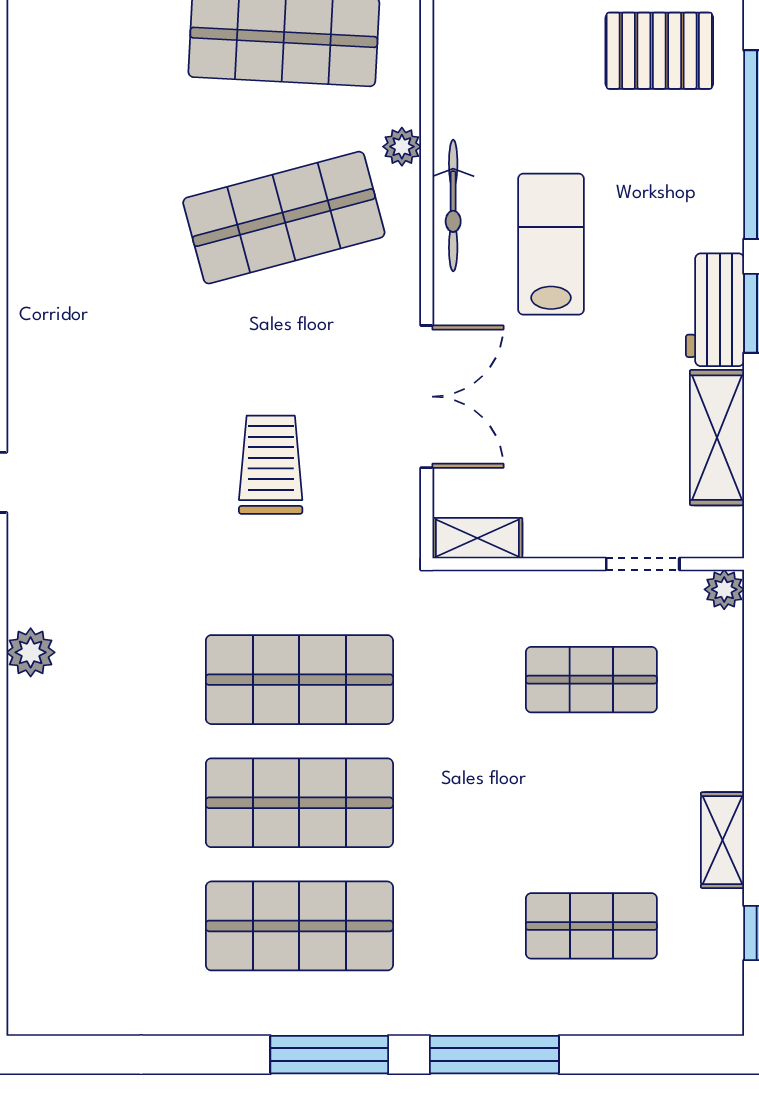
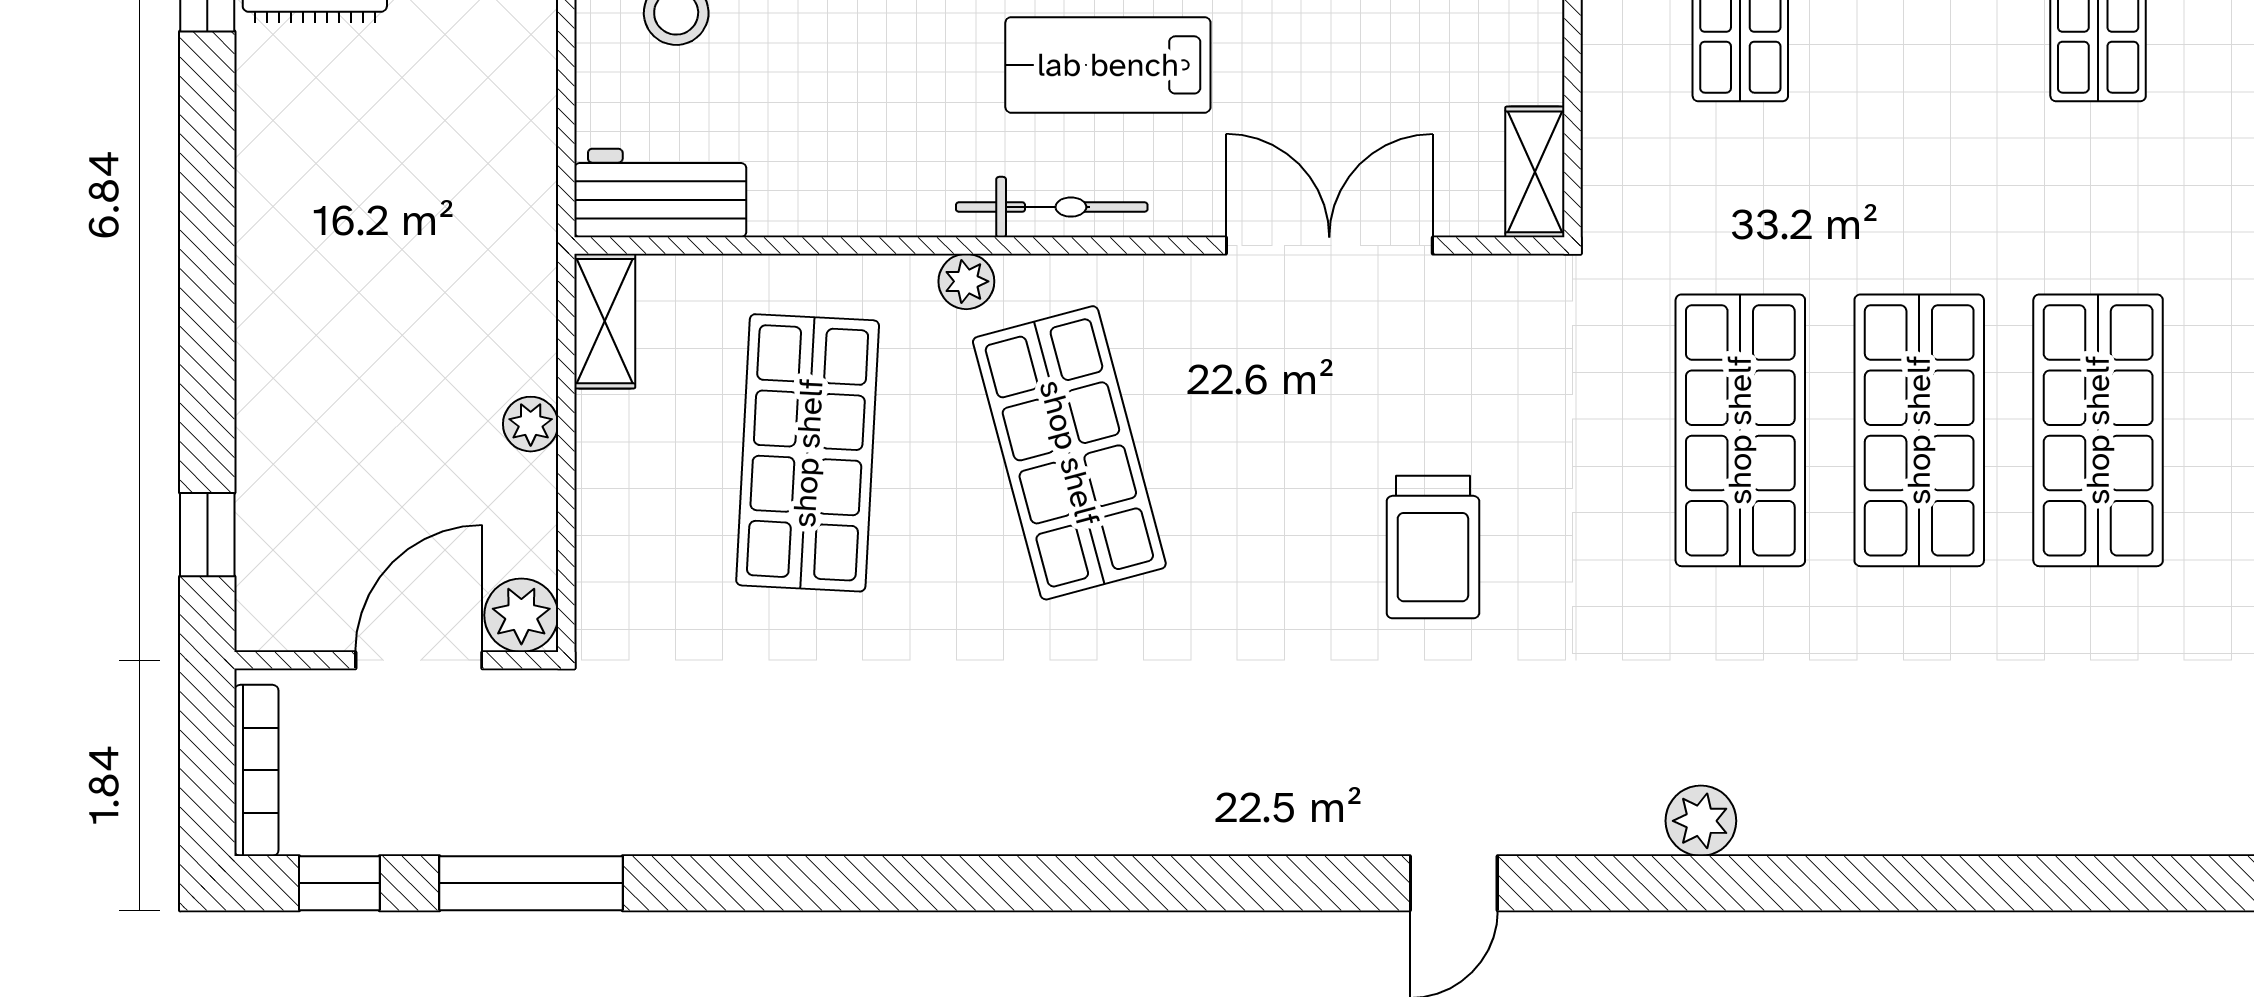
trolley: (271, 465) -> (1433, 547), moved, turned -90

